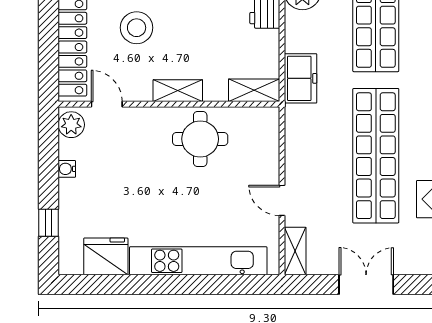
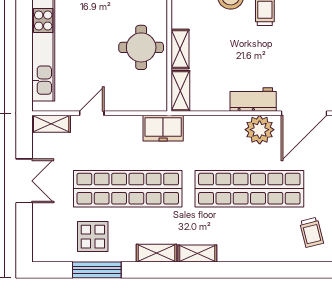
freezer: (301, 78) -> (163, 128), moved
shelving: (178, 91) -> (180, 49), moved

